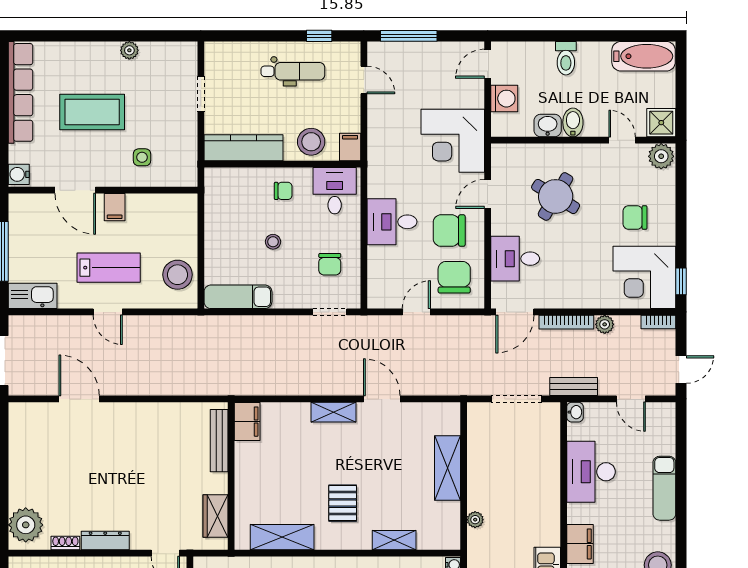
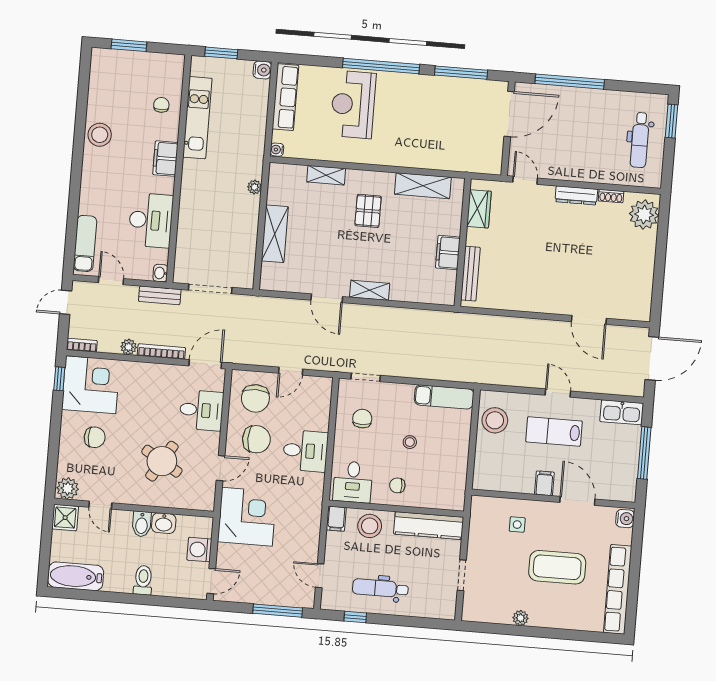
filing cabinet: (247, 422) -> (448, 252), moved
exam couch: (664, 488) -> (85, 243), moved

